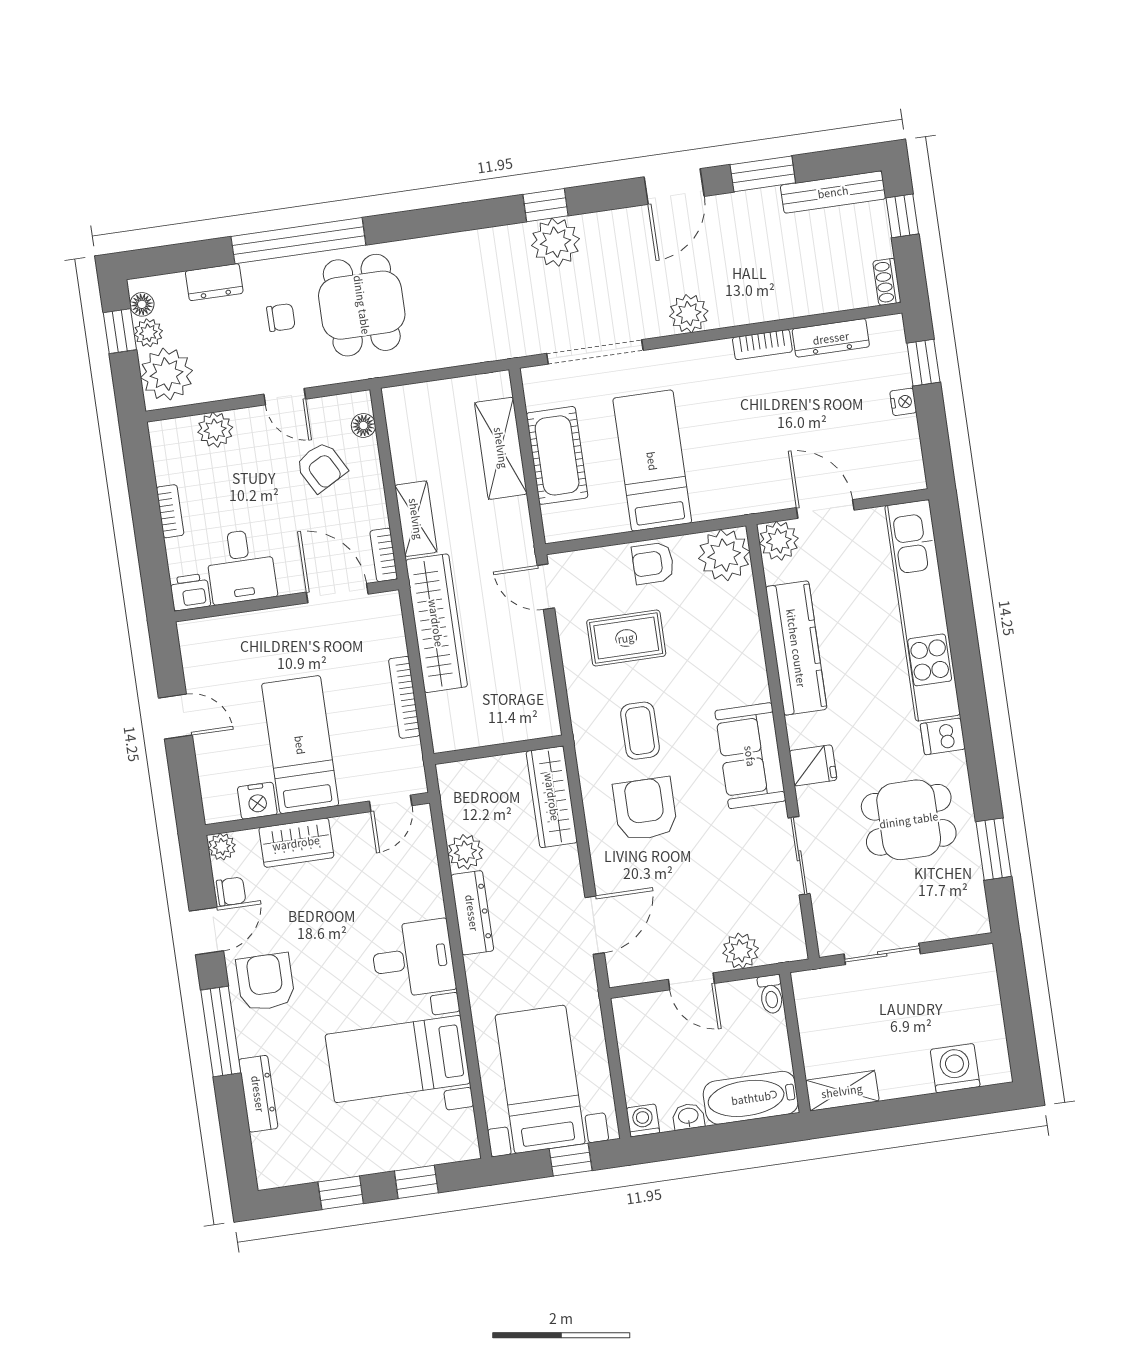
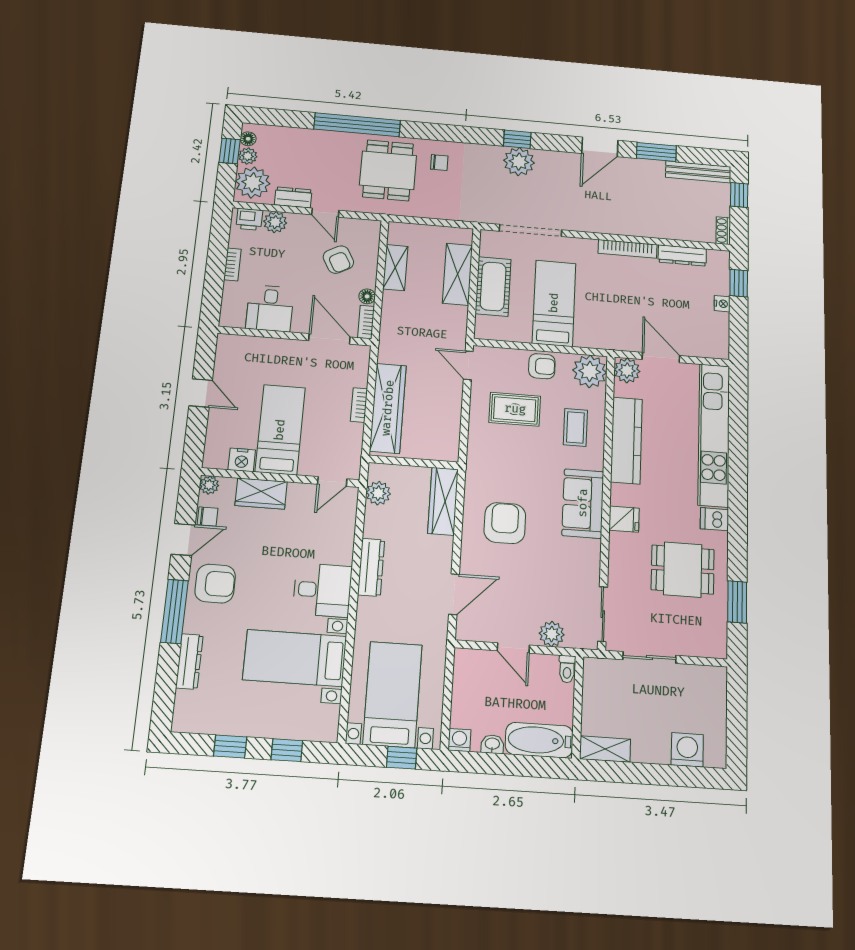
dresser: (214, 282) -> (293, 197), moved, turned 180
plant: (689, 314) -> (595, 221), removed
chair: (281, 318) -> (439, 163), moved
bookcase: (762, 345) -> (628, 249), width x1.56
floor lamp: (363, 426) -> (367, 296), moved
shelving: (416, 519) -> (395, 268), moved
armchair: (653, 563) -> (542, 366), turned 180
printer: (190, 592) -> (249, 219), moved, turned 180
wardrobe: (436, 623) -> (388, 408), moved
bookcase: (404, 697) -> (359, 405), width x0.64
coffee table: (640, 731) -> (575, 427), moved
plant: (465, 852) -> (378, 493), moved
sliding door: (799, 856) -> (603, 614), moved
armchair: (265, 982) -> (215, 584), turned 90

